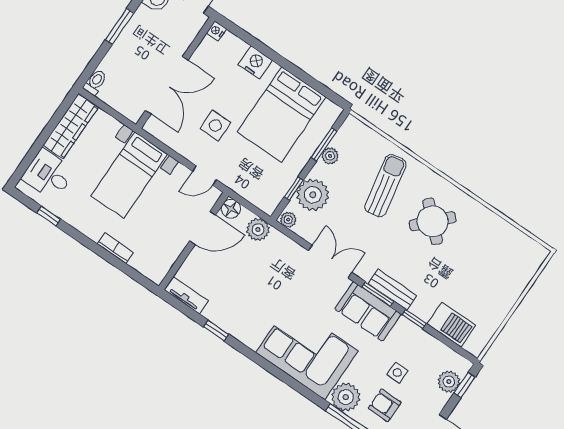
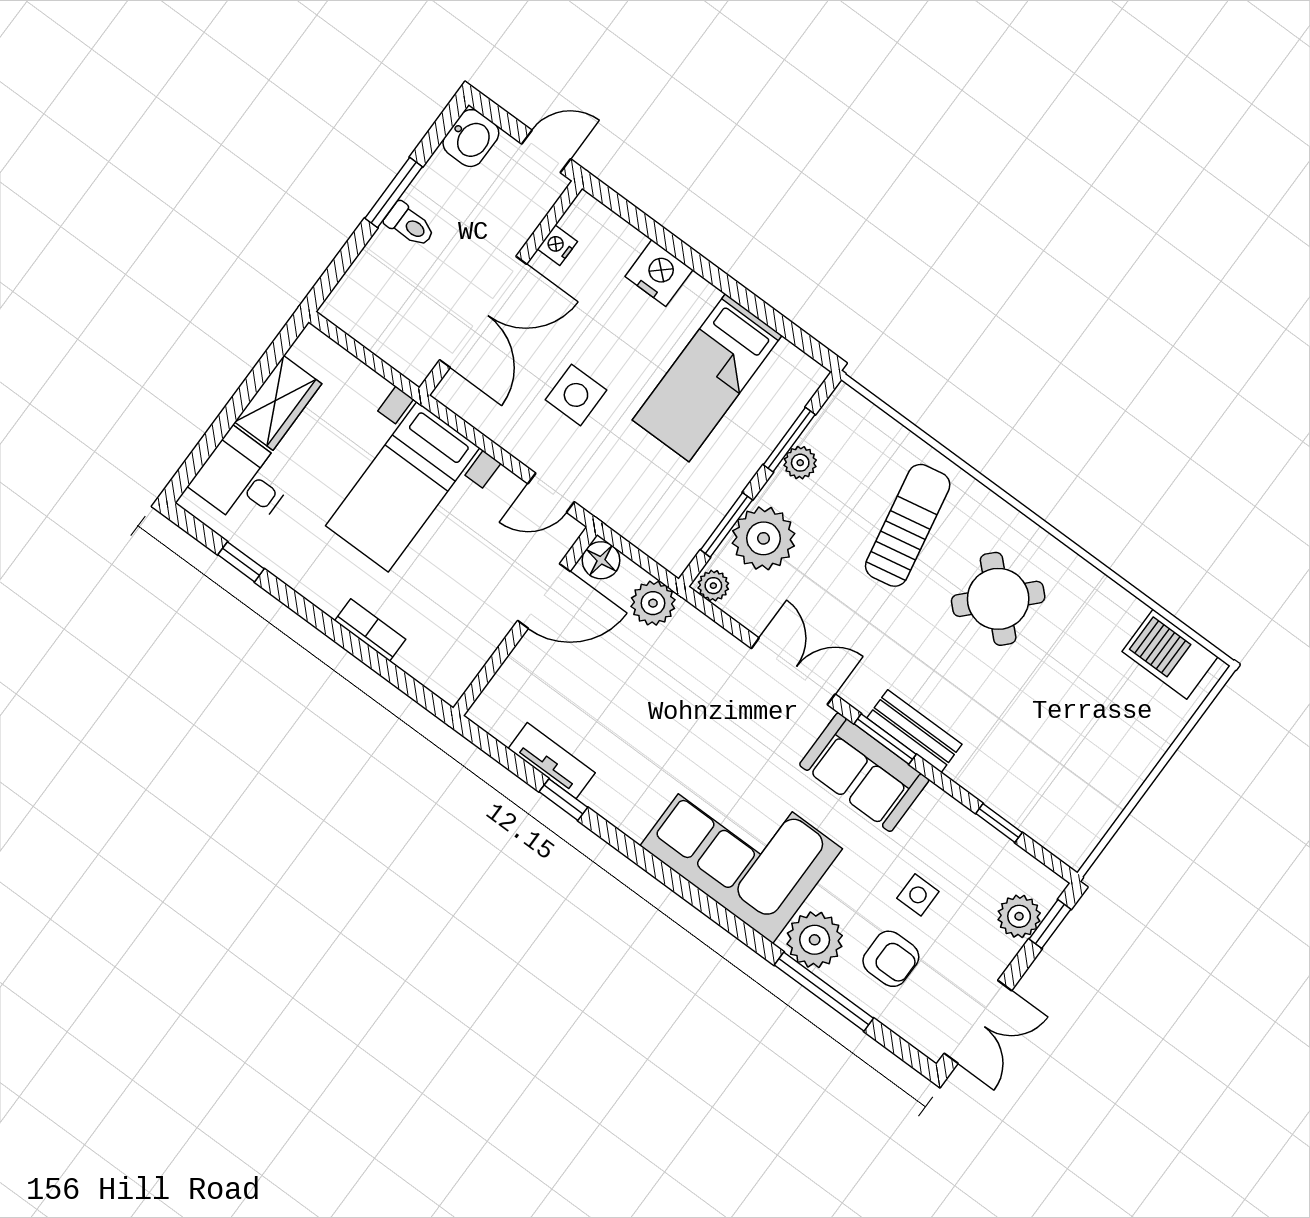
nightstand: (216, 31) -> (557, 245), moved
toilet: (95, 82) -> (410, 225), moved, turned 90
bed: (281, 115) -> (707, 378), width x0.67
wardrobe: (71, 126) -> (278, 403), width x0.67
window: (294, 189) -> (726, 525), width x1.50
tv unit: (186, 295) -> (552, 761), moved
window: (414, 319) -> (999, 823), moved
barbecue: (451, 325) -> (1170, 654), moved, turned 180
armchair: (385, 405) -> (891, 959), turned 180

